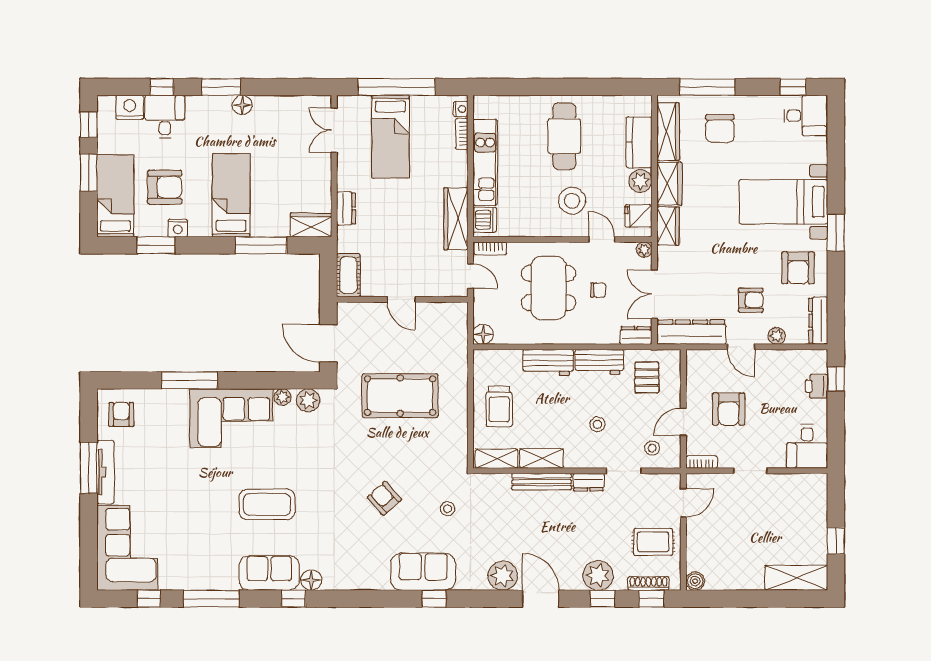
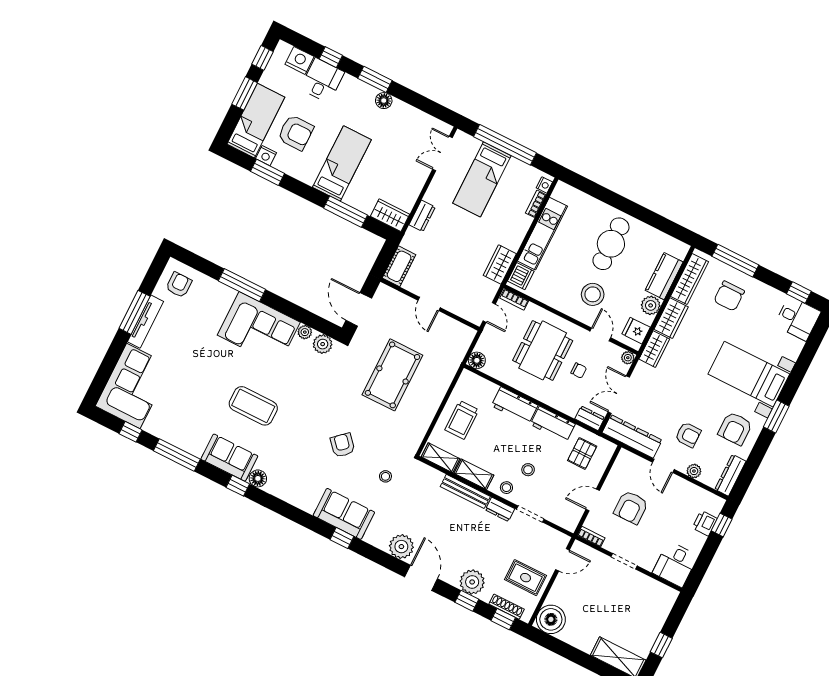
wardrobe: (456, 219) -> (500, 265), width x0.67
nightstand: (178, 228) -> (266, 156), moved
pool table: (400, 396) -> (392, 375), turned 90
stool: (652, 448) -> (506, 488), moved
boiler: (695, 581) -> (551, 619), width x1.86, depth x1.86

